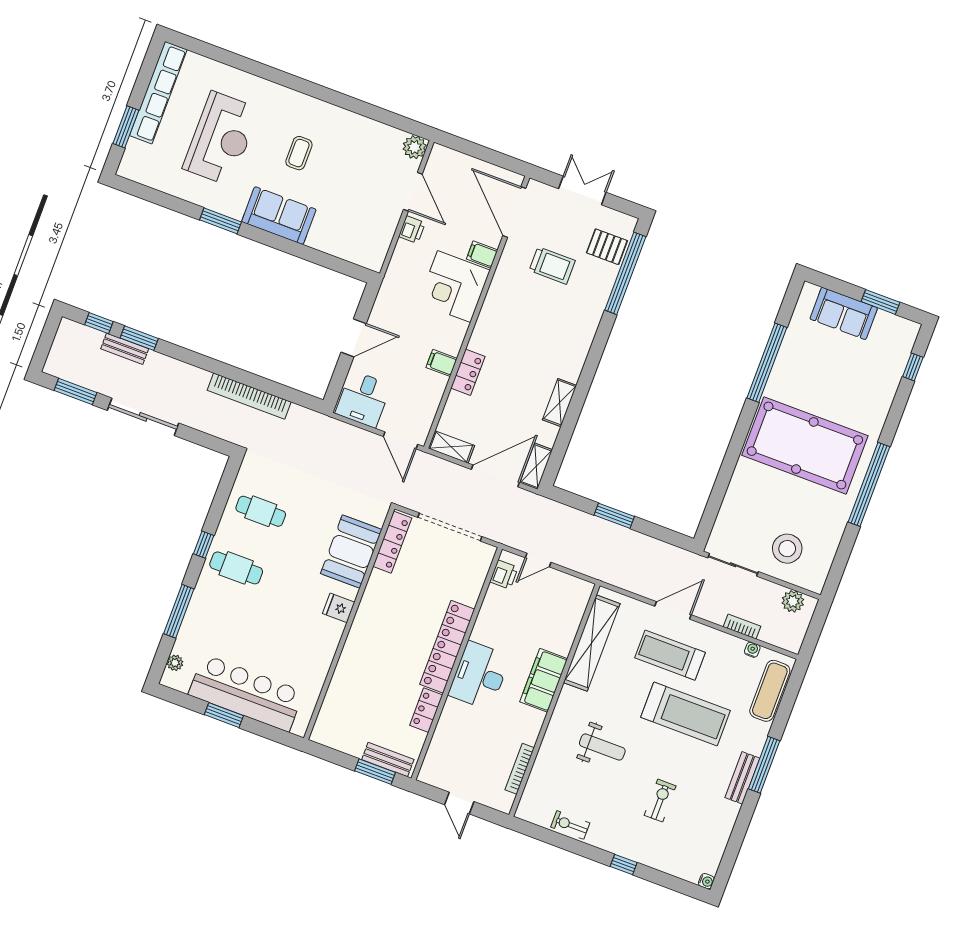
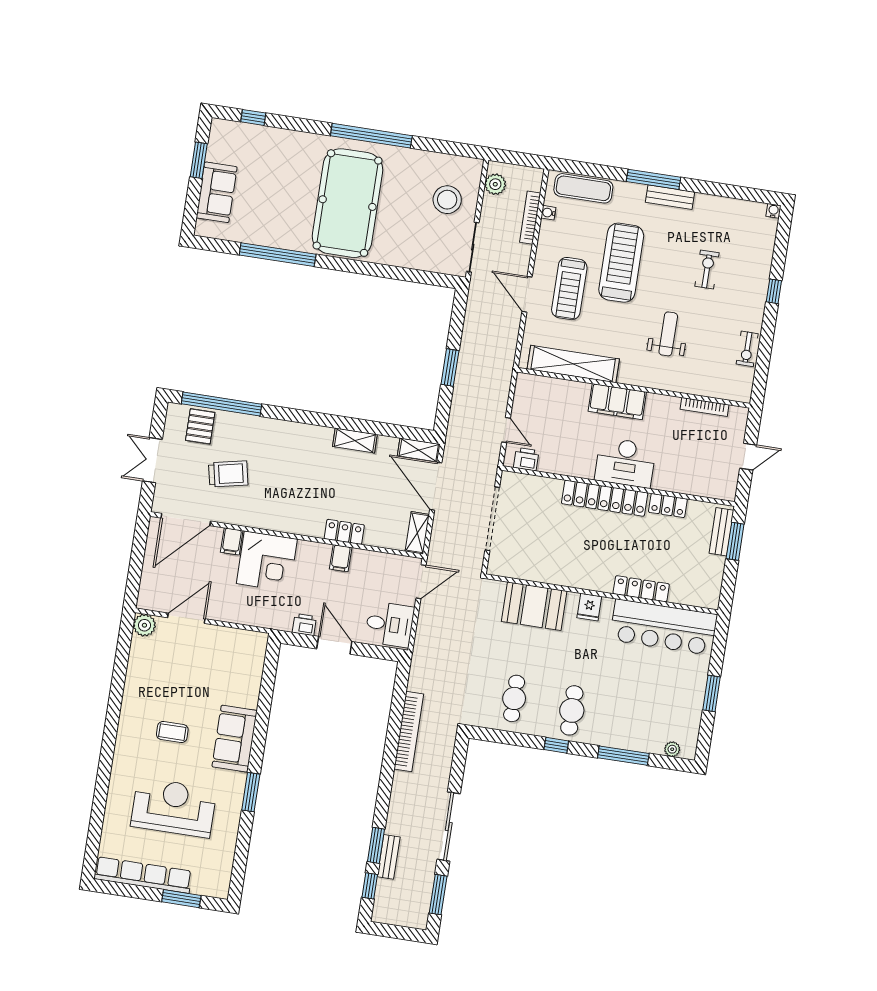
printer: (412, 230) -> (304, 624), moved
trolley: (552, 265) -> (228, 474), turned 78
locker: (392, 542) -> (641, 589), moved
bookcase: (742, 626) -> (530, 218), width x1.56
bar counter: (246, 693) -> (664, 627), moved, turned -90
exercise bike: (660, 801) -> (707, 270), turned 90

